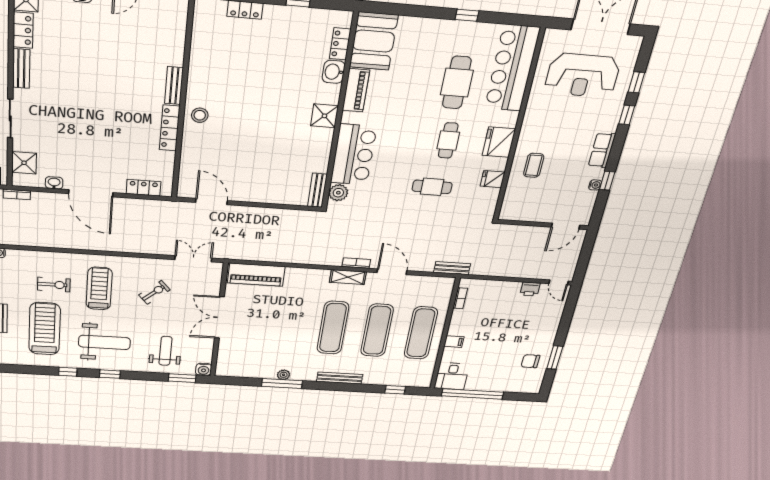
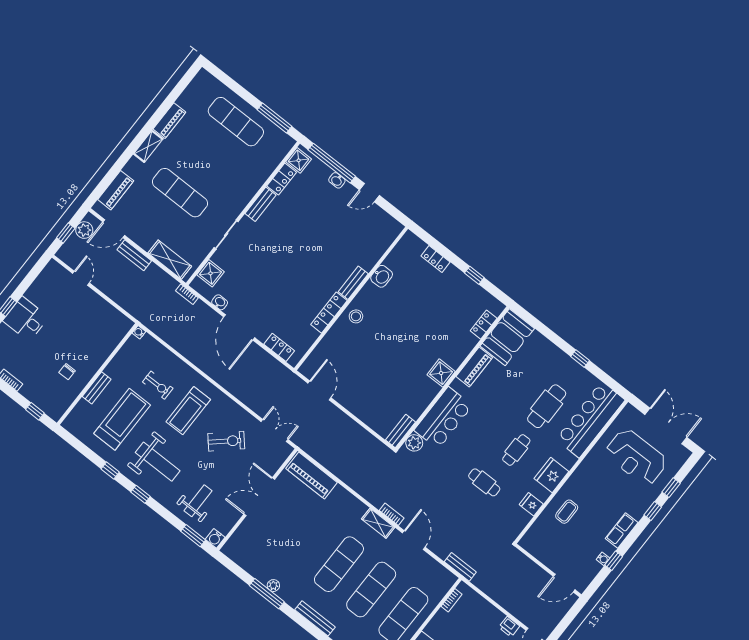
washbasin: (334, 72) -> (382, 276), moved, turned 180
treadmill: (99, 289) -> (188, 411), turned 180
exercise bike: (154, 292) -> (226, 441), width x1.38, depth x1.39

